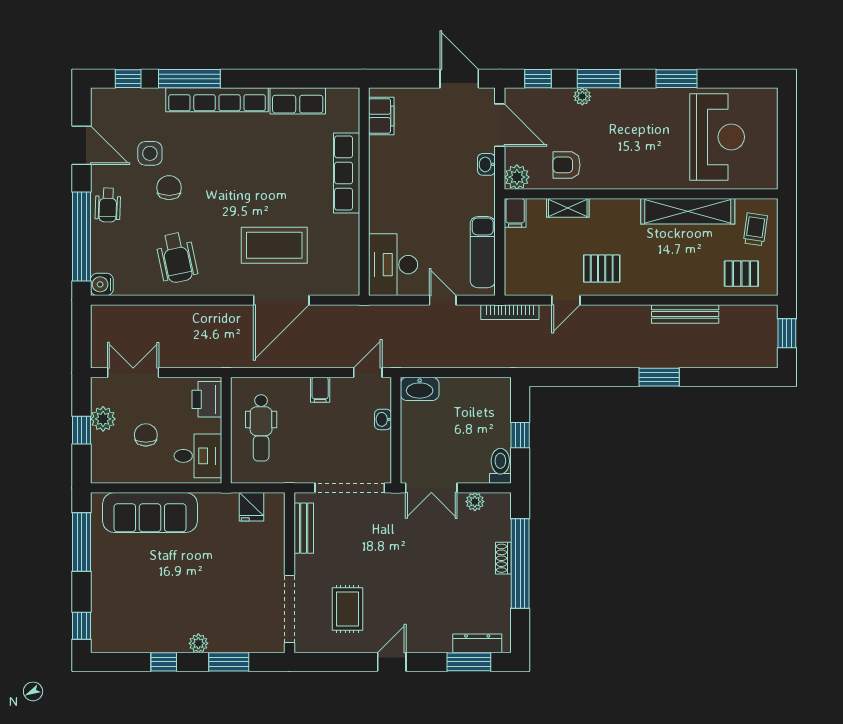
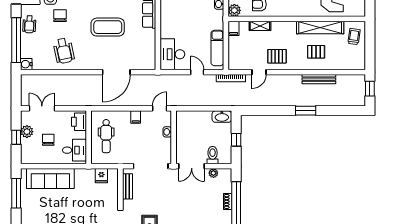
coffee table: (274, 245) -> (108, 27), moved
pallet: (741, 274) -> (316, 52), moved
washbasin: (420, 389) -> (222, 117), moved
toilet: (500, 466) -> (213, 155), moved

